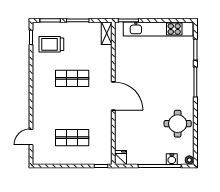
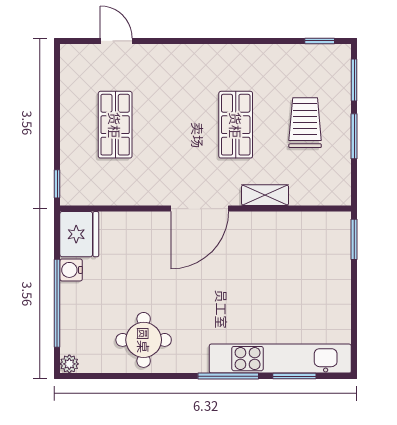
kitchen unit: (158, 29) -> (280, 359), moved, turned 90
shelving: (107, 33) -> (265, 195), moved
trolley: (51, 44) -> (305, 123), moved
fridge: (120, 158) -> (79, 234), width x1.88, depth x1.34
water cooler: (172, 159) -> (71, 270), moved

